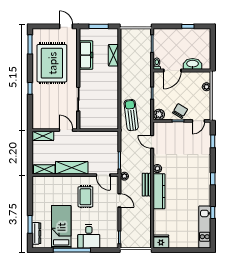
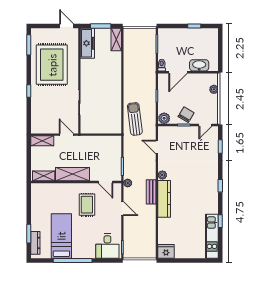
freezer: (86, 55) -> (87, 43), moved
shelving: (113, 55) -> (116, 40), moved
desk: (89, 236) -> (107, 246), moved

